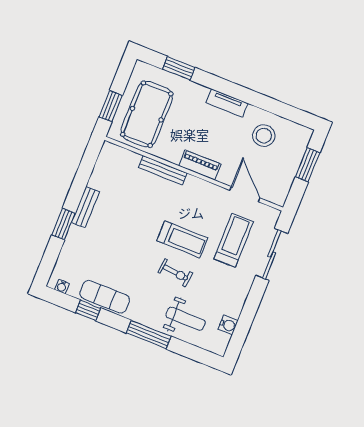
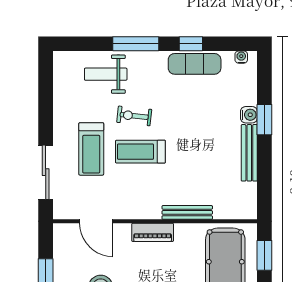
bench: (86, 207) -> (249, 153), width x1.36
treadmill: (234, 240) -> (91, 149), moved
window: (88, 310) -> (191, 44), moved
water cooler: (228, 325) -> (249, 115), moved, turned 180

